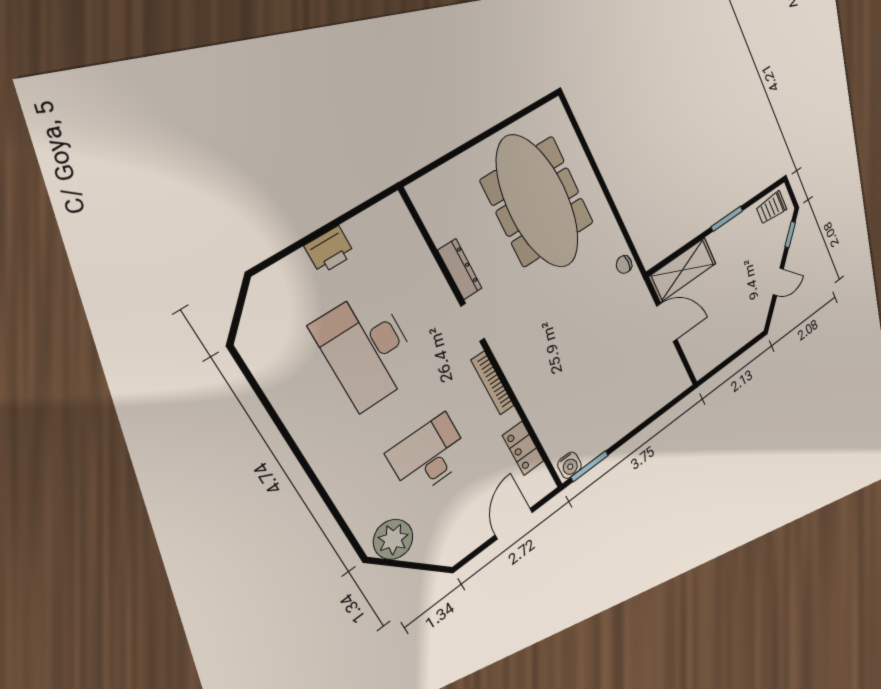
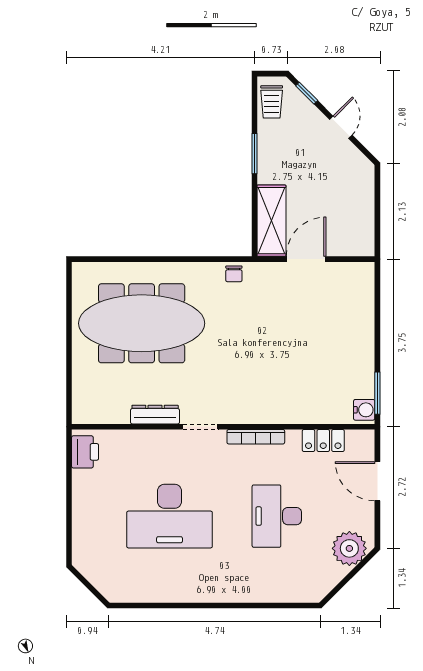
printer: (330, 250) -> (85, 452), moved
plant: (393, 539) -> (349, 548), moved

